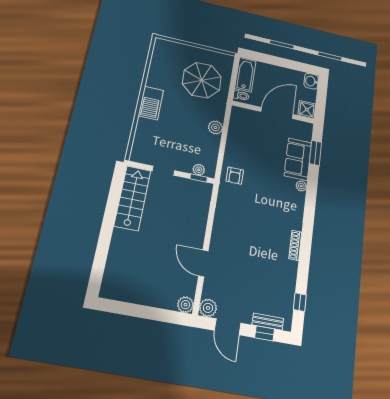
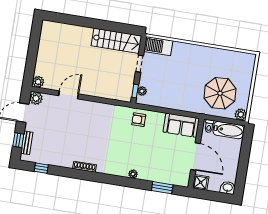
barbecue: (151, 103) -> (158, 46), moved
plant: (215, 127) -> (241, 114), moved
sofa: (298, 159) -> (181, 125), moved, turned 180

